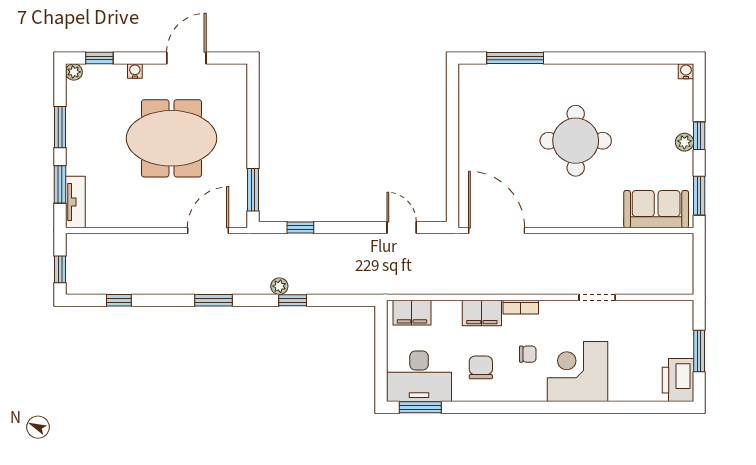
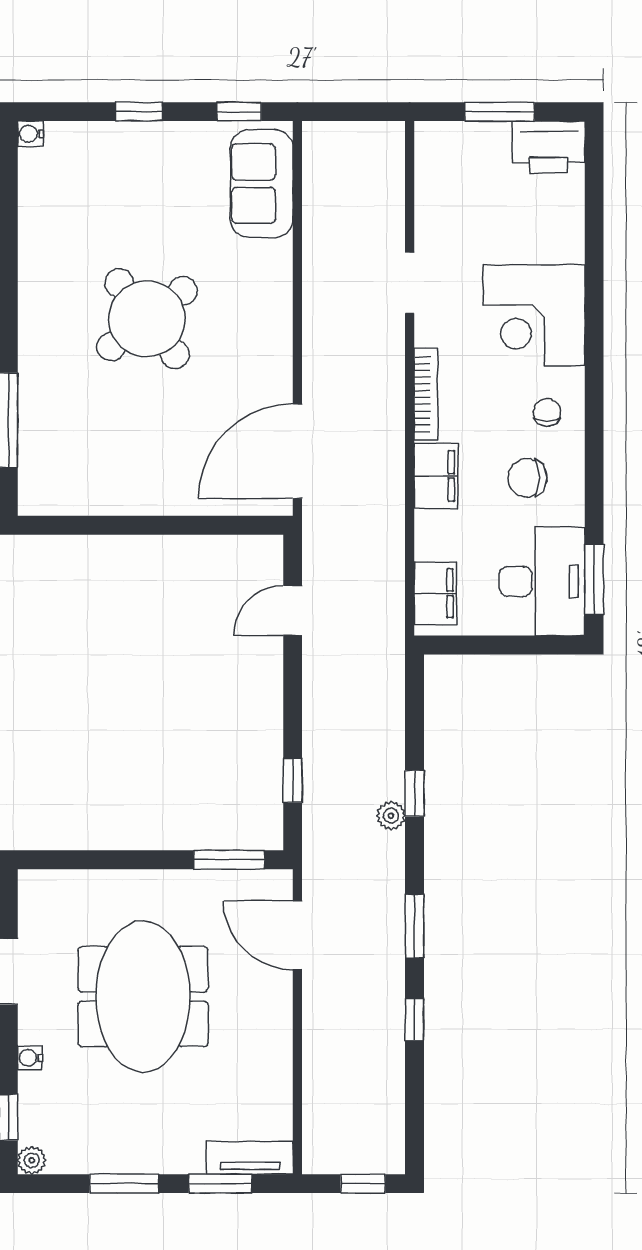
round table: (576, 141) -> (147, 319), turned -38
plant: (684, 142) -> (149, 136), removed
window: (699, 196) -> (239, 112), width x0.67
window: (119, 300) -> (415, 1019), moved
bookcase: (521, 307) -> (426, 394), width x1.56
chair: (528, 354) -> (547, 412), moved

